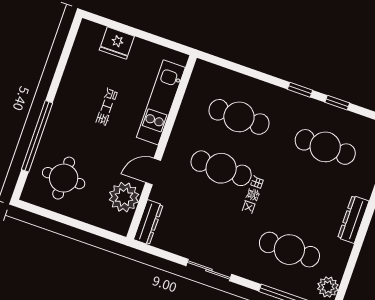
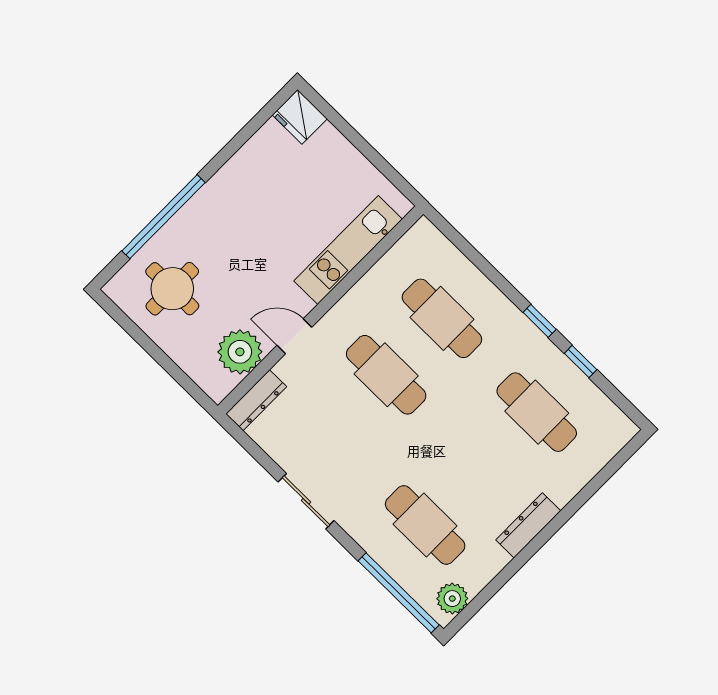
fridge: (117, 43) -> (300, 117), moved

